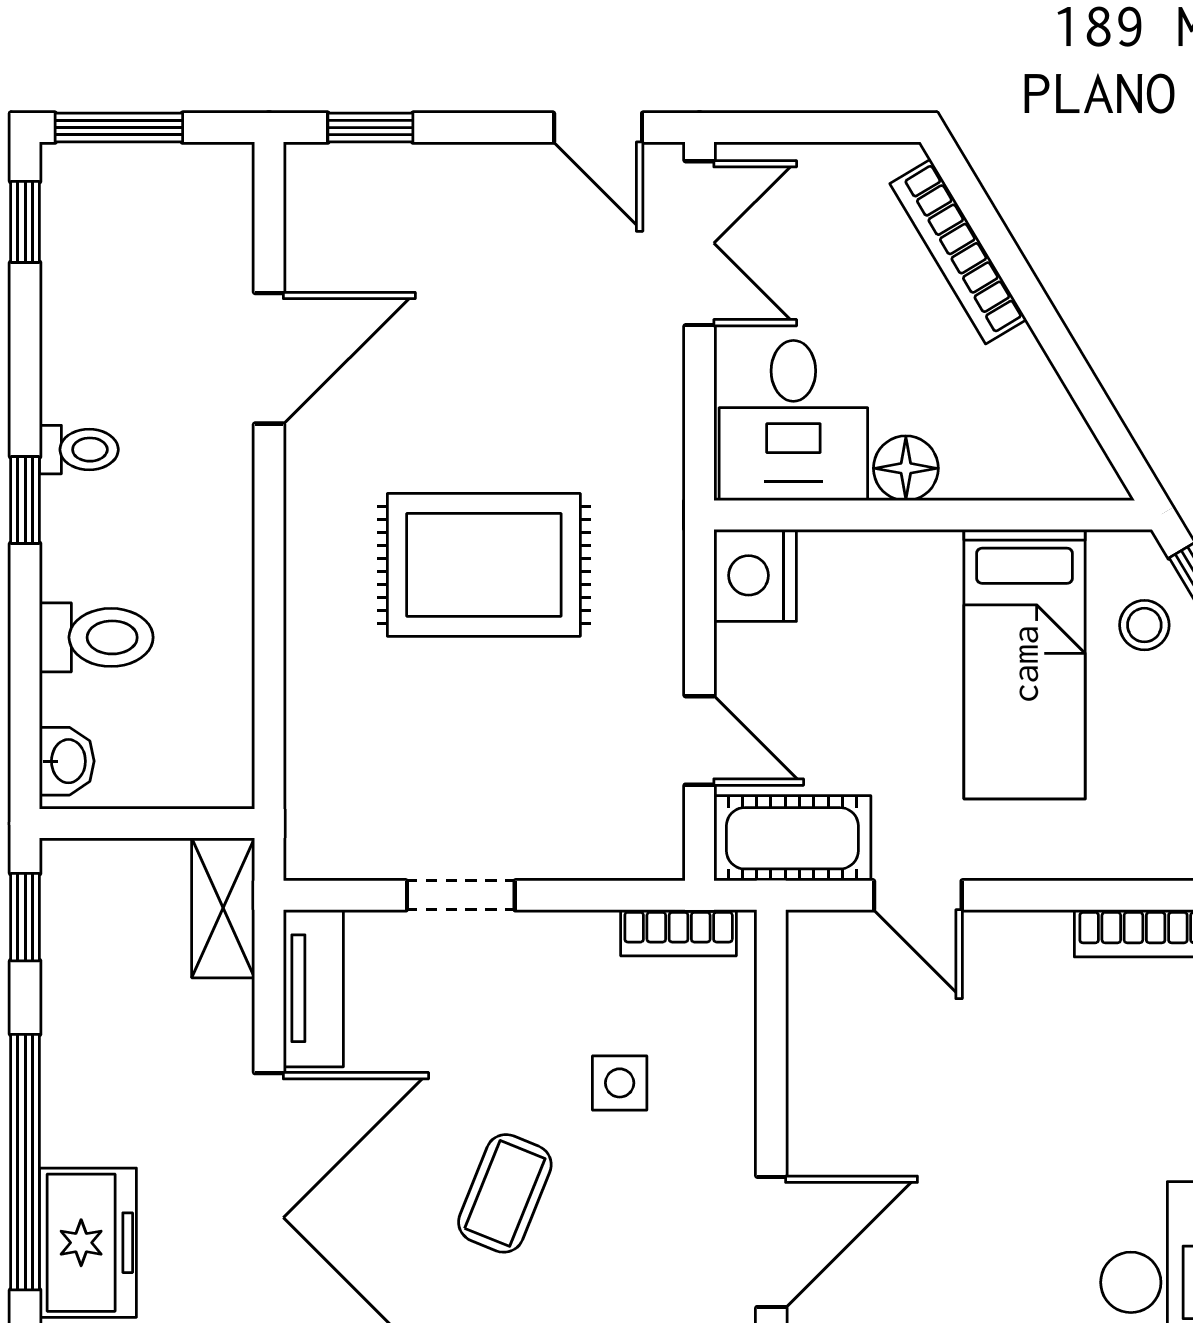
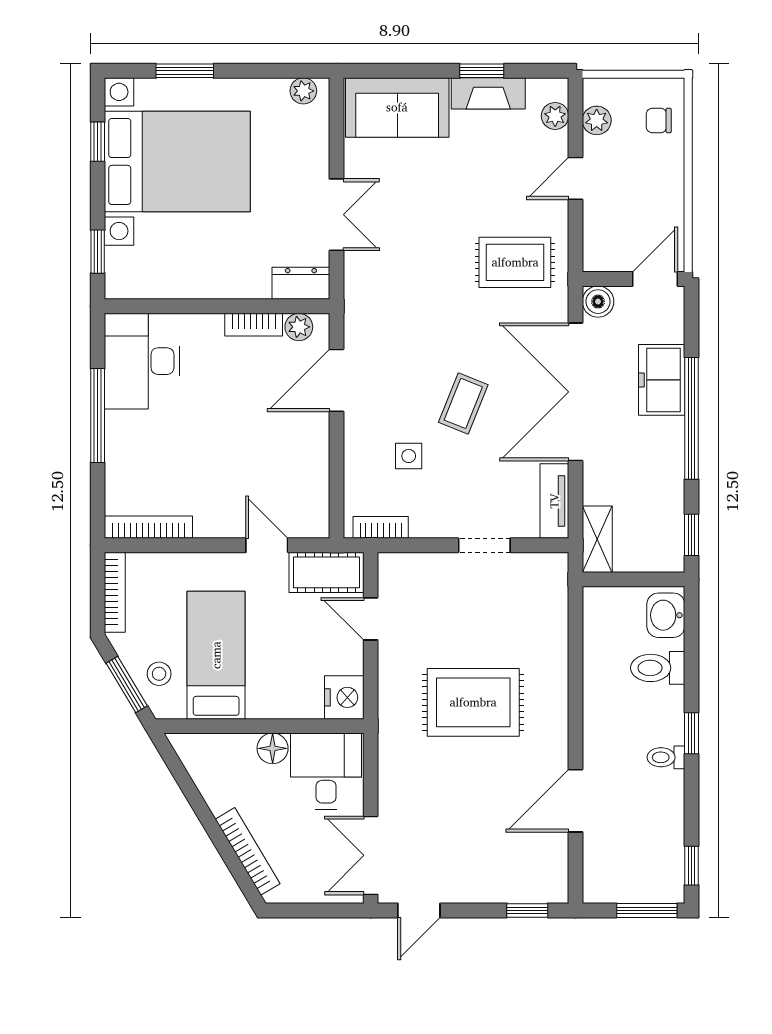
door: (598, 128) -> (419, 910), swing flipped
washbasin: (67, 761) -> (666, 615), width x1.38, depth x1.45

